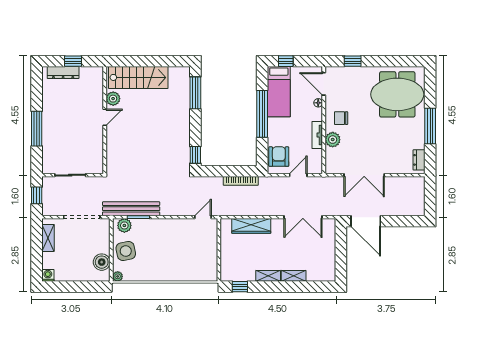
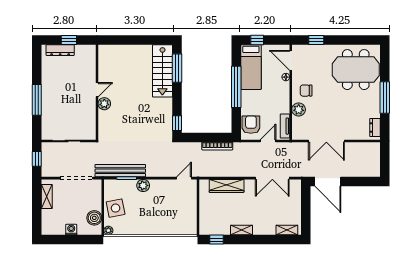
stairs: (138, 77) -> (162, 71), moved, turned 90
plant: (113, 99) -> (104, 104), moved
tv unit: (317, 135) -> (285, 126), moved
plant: (124, 225) -> (143, 185), moved
washing machine: (48, 275) -> (71, 230), moved
shelving: (294, 276) -> (287, 230), moved

